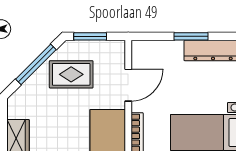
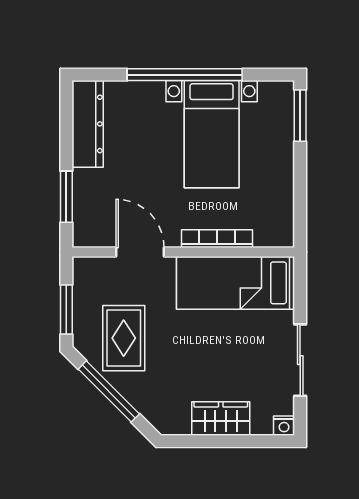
window: (191, 36) -> (66, 197), moved

